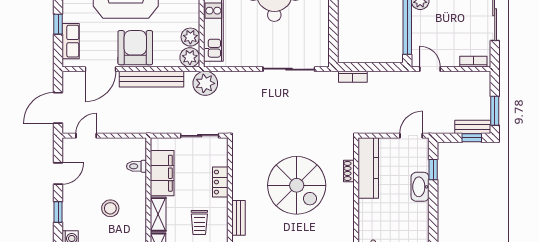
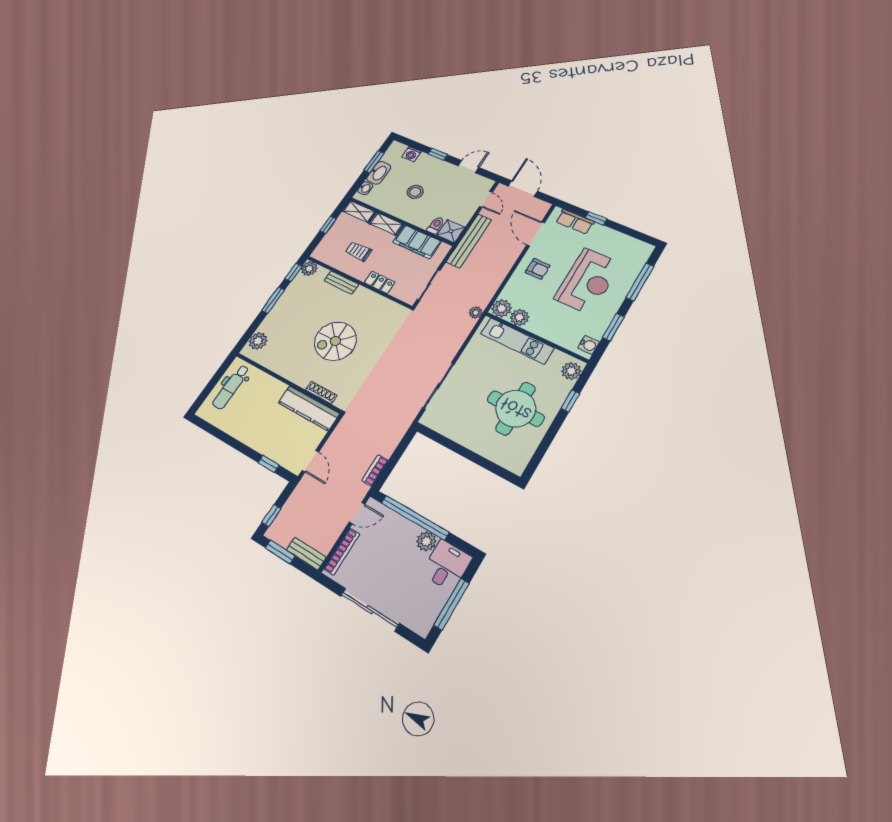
armchair: (135, 48) -> (538, 269), width x0.53, depth x0.53
bookcase: (473, 62) -> (342, 551), width x1.56
bookcase: (353, 77) -> (375, 470), moved
bench: (151, 79) -> (469, 241), moved
plant: (205, 83) -> (476, 312), width x0.53, depth x0.53
bench: (473, 127) -> (306, 554), moved, turned 90
shower: (136, 148) -> (451, 231), added
shoe rack: (349, 171) -> (321, 392), width x1.43
door: (58, 174) -> (468, 167), swing flipped
spiral stairs: (297, 185) -> (335, 341), width x0.73, depth x0.73
washbasin: (420, 187) -> (262, 444), removed

